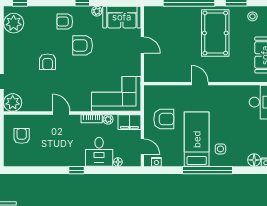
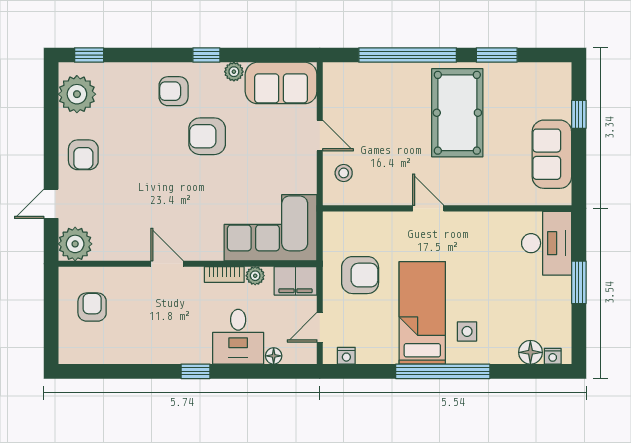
stool: (252, 16) -> (344, 173), moved
armchair: (48, 62) -> (83, 155), moved
door: (142, 147) -> (320, 327), swing flipped

